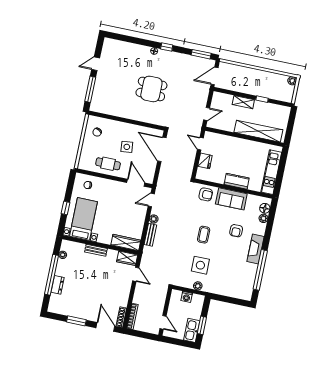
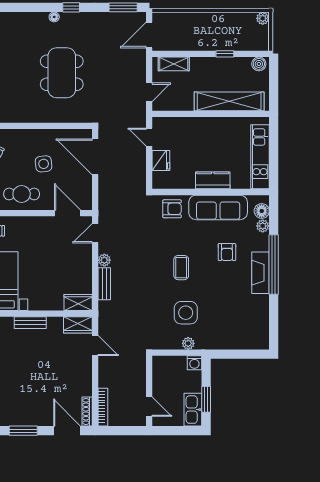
dining table: (151, 89) -> (62, 73), width x1.38
shelving: (243, 102) -> (174, 64), moved
boiler: (283, 110) -> (259, 64), added
sofa: (231, 199) -> (218, 207), width x1.36
wardrobe: (126, 243) -> (78, 302), width x0.67
window: (260, 270) -> (274, 265), moved
washing machine: (187, 297) -> (194, 363), moved

